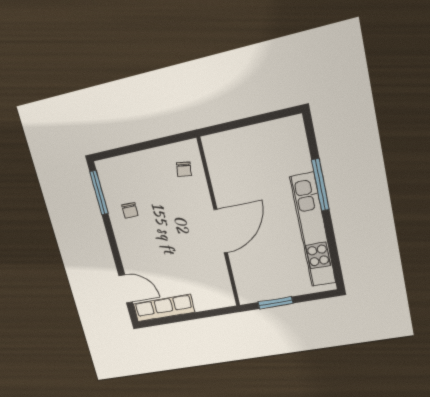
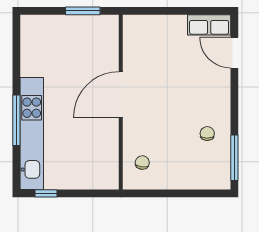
window: (274, 116) -> (46, 193), added
kitchen unit: (313, 230) -> (32, 134), moved
row of seats: (164, 308) -> (209, 25), width x0.68

